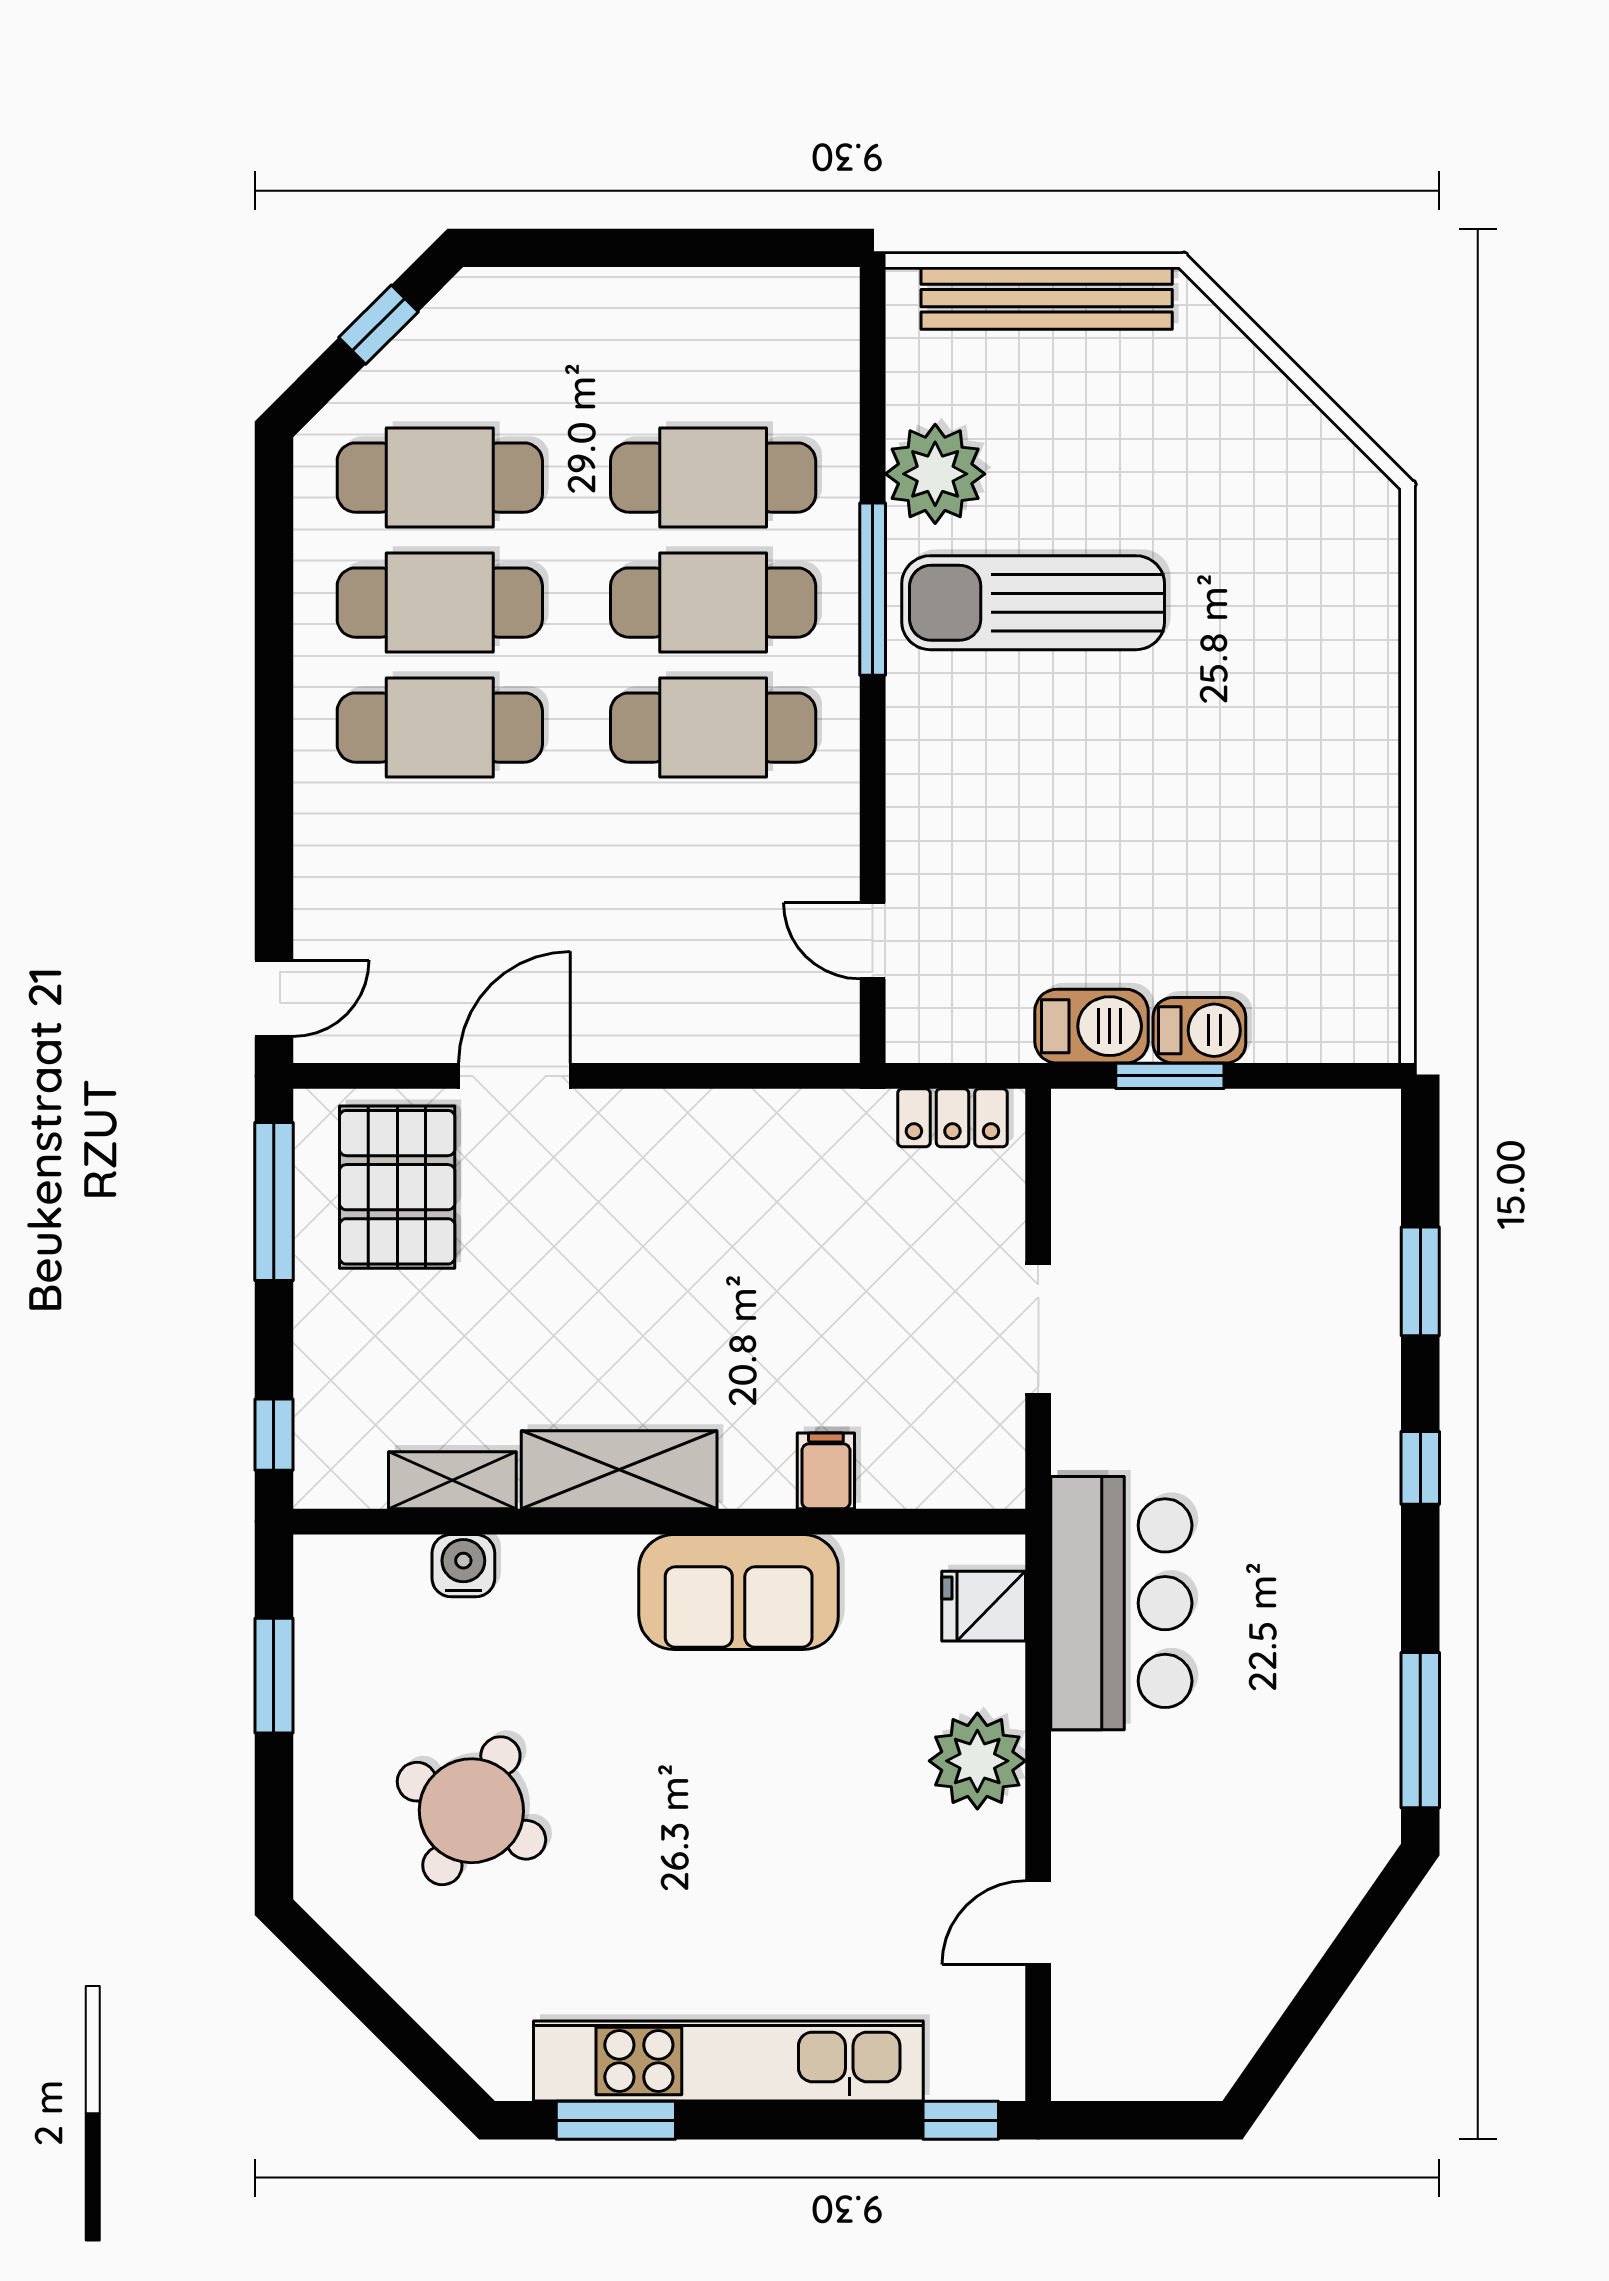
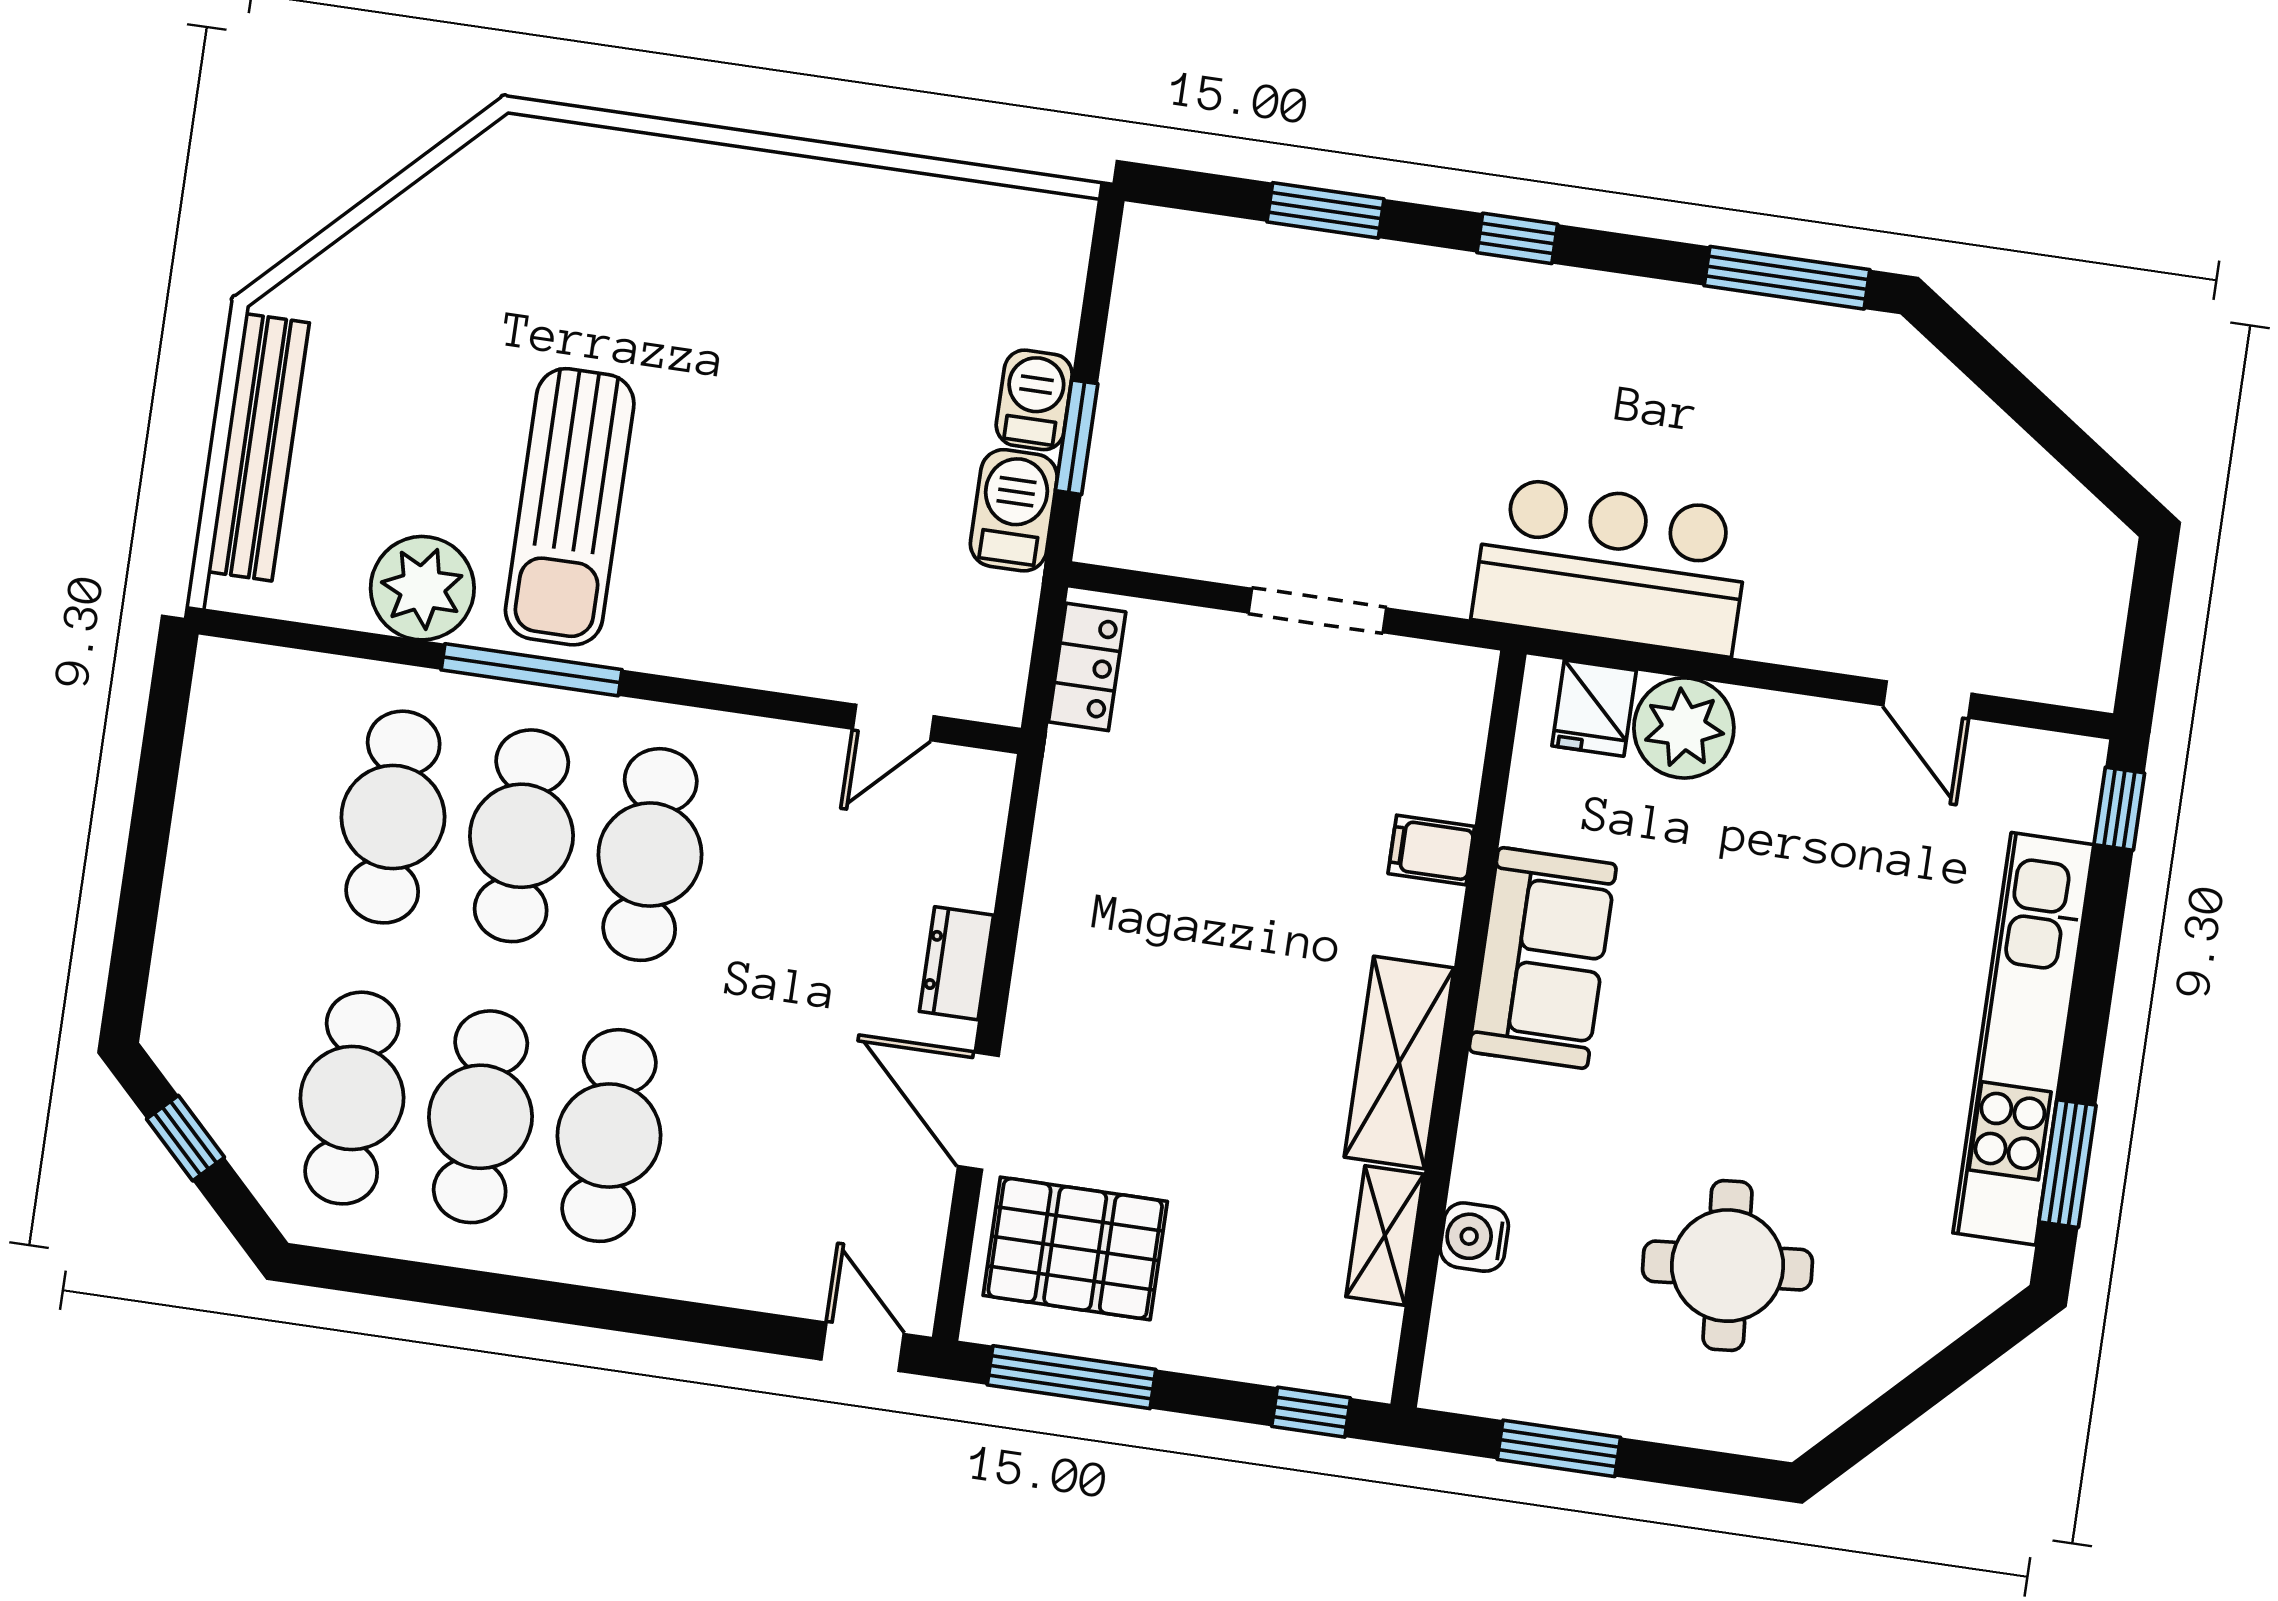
dresser: (652, 1034) -> (956, 963), added
plant: (977, 1761) -> (1684, 728), moved
round table: (471, 1811) -> (1727, 1266), turned -33

